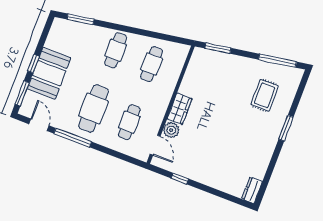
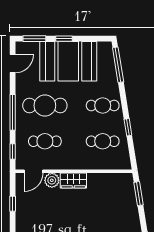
window: (81, 19) -> (118, 65), width x1.44
window: (147, 33) -> (128, 127), added
booth: (49, 73) -> (68, 61), width x1.36, depth x1.42
window: (73, 138) -> (13, 112), moved
window: (127, 158) -> (13, 152), added

